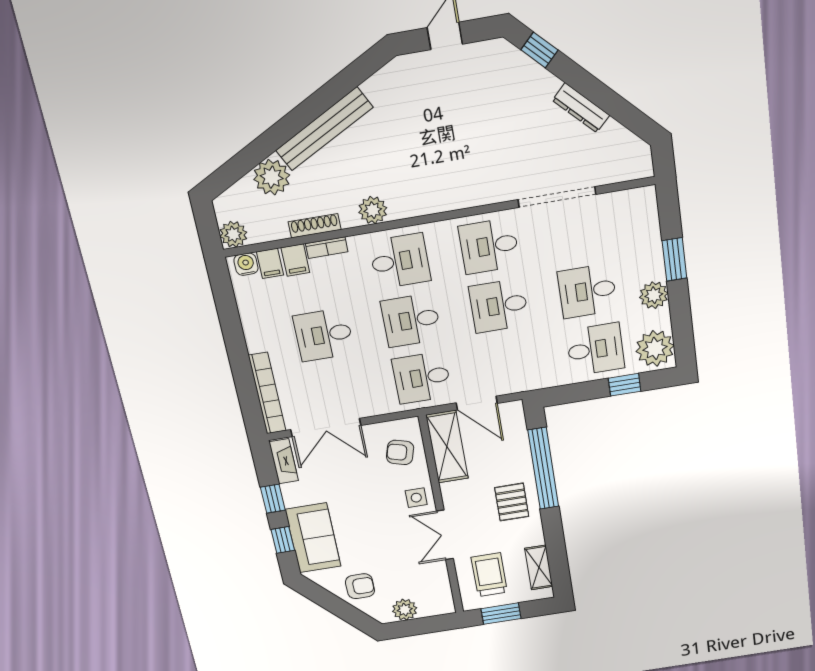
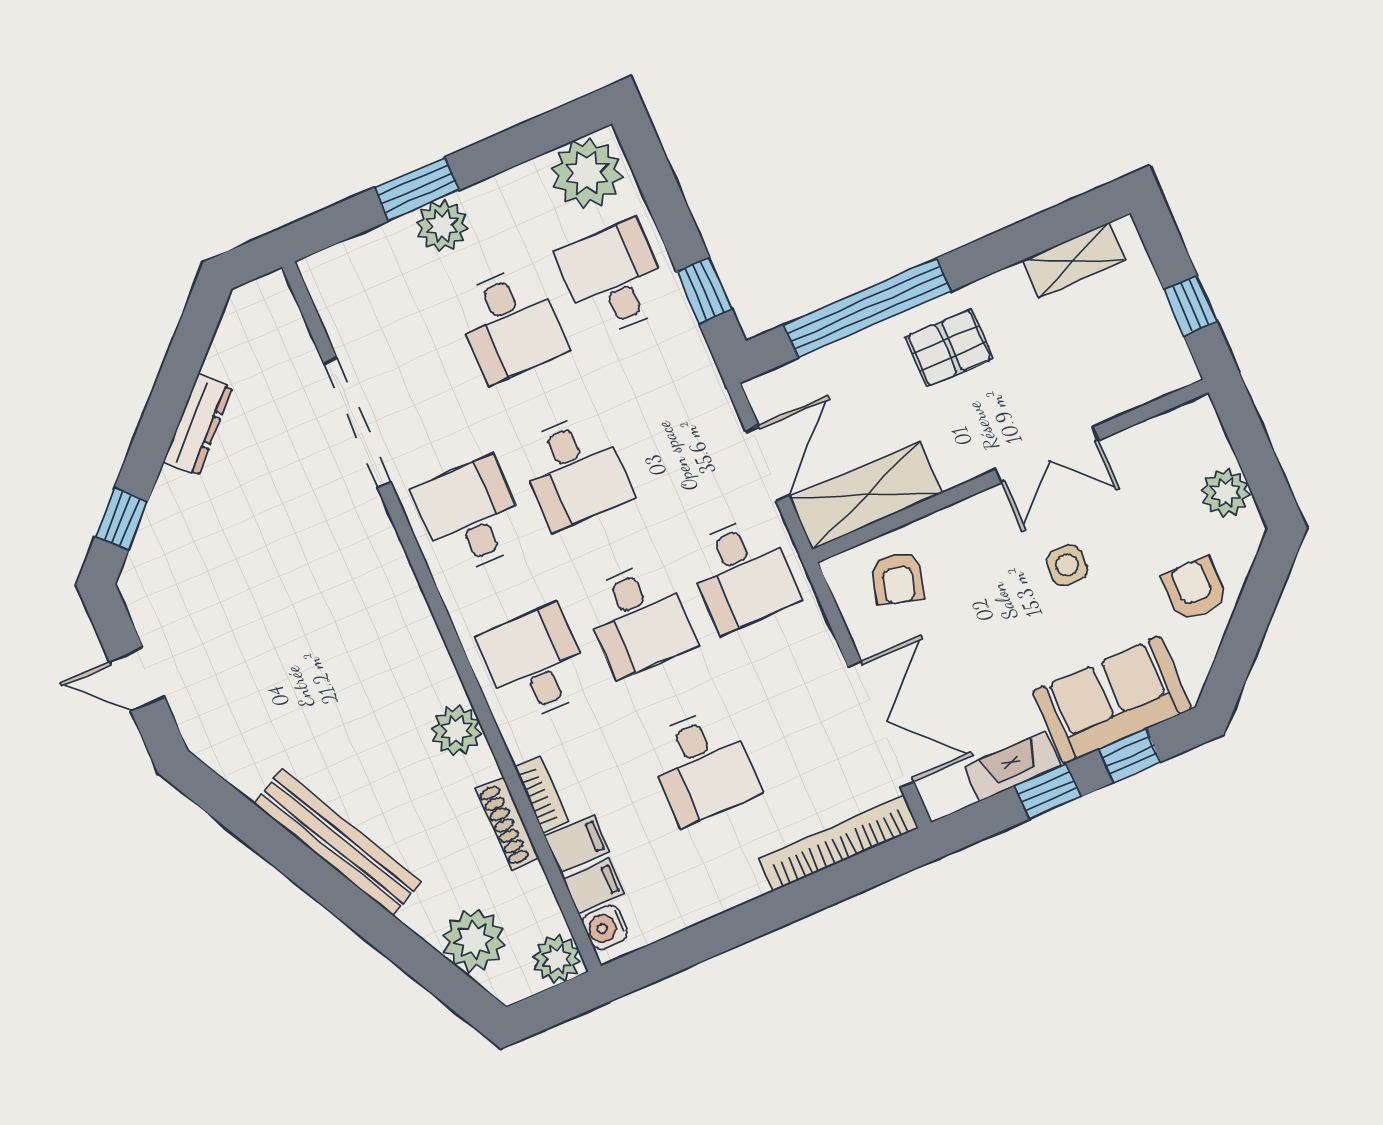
plant: (272, 177) -> (474, 940), moved
desk: (489, 246) -> (471, 516), turned 180
plant: (654, 295) -> (442, 226), moved
window: (625, 385) -> (704, 291), moved
fireplace: (284, 461) -> (1013, 767), moved
side table: (416, 498) -> (1067, 565), moved
trolley: (489, 575) -> (1112, 350), removed
window: (501, 614) -> (1191, 306), width x0.67

